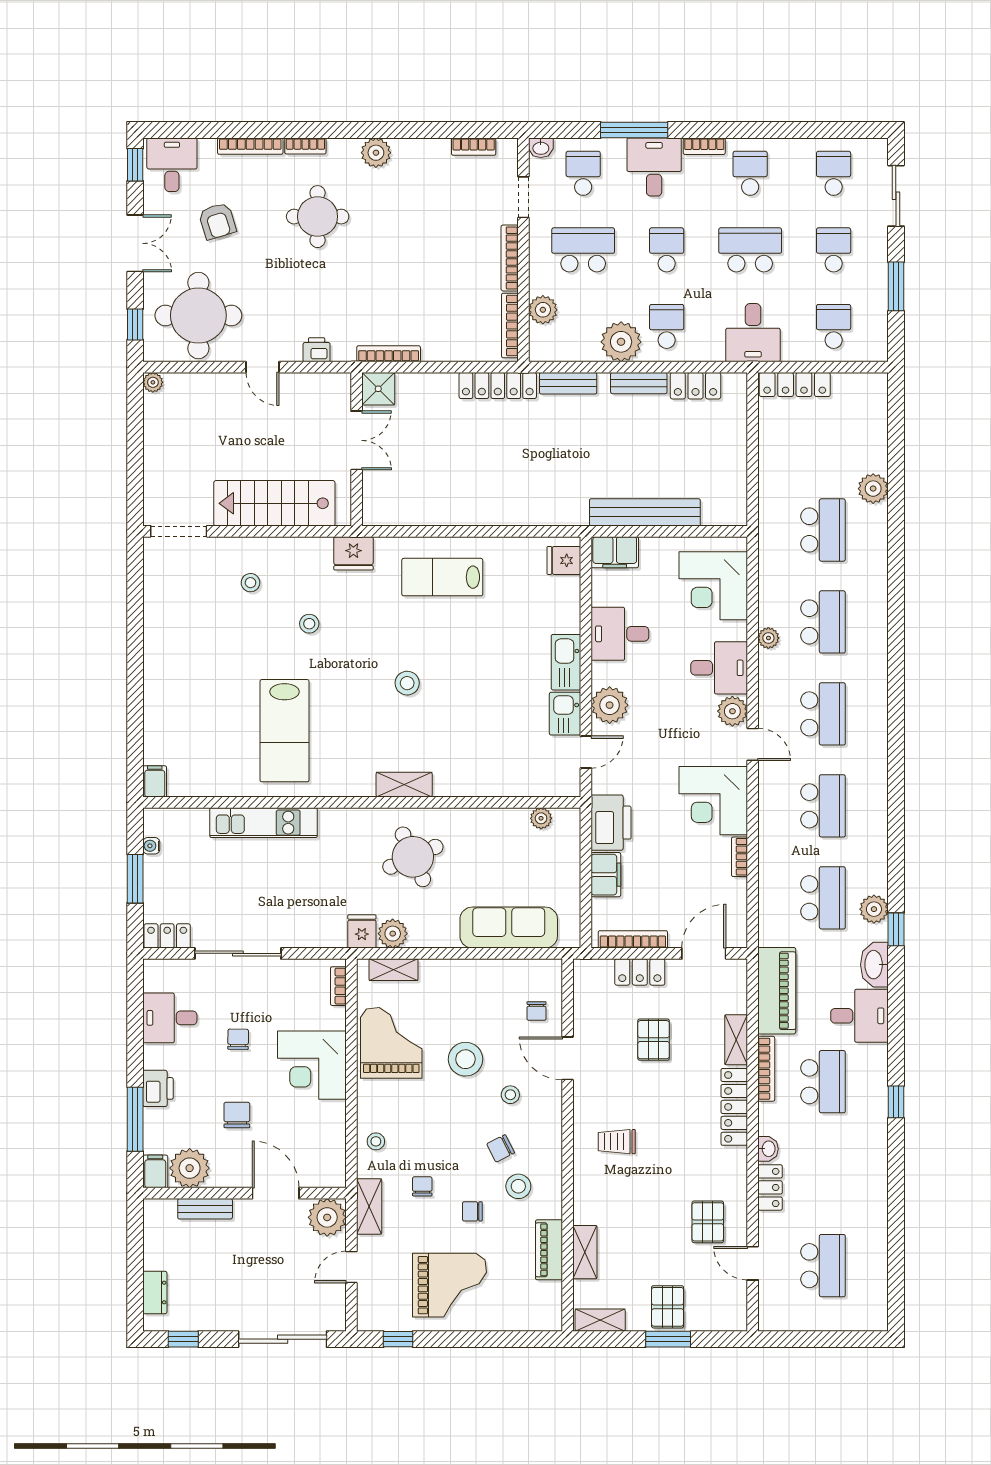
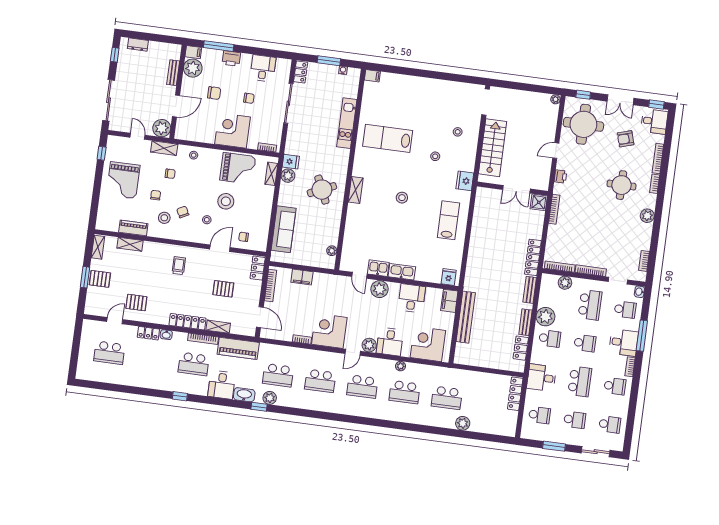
printer: (611, 823) -> (325, 283), removed
locker: (640, 972) -> (258, 268), moved

